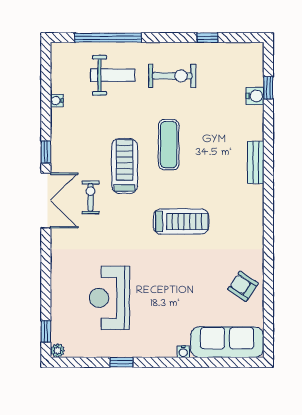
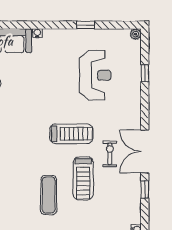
exercise bike: (91, 197) -> (110, 154), turned 180
treadmill: (181, 221) -> (71, 134), moved, turned 180
window: (46, 331) -> (145, 73), moved

